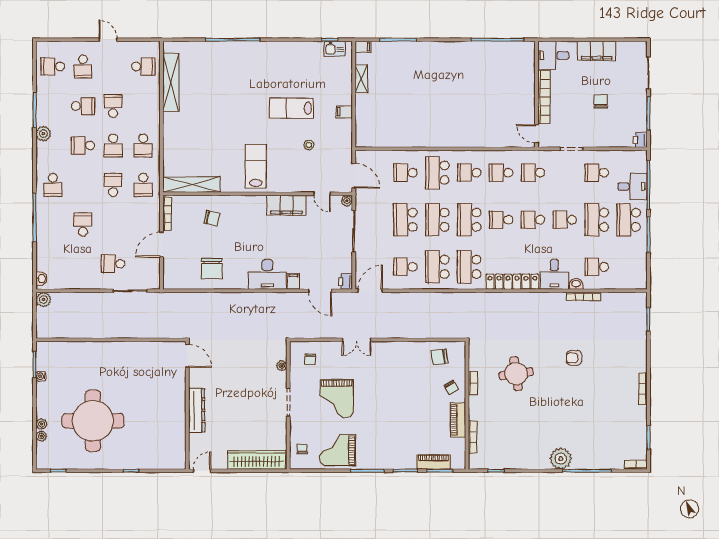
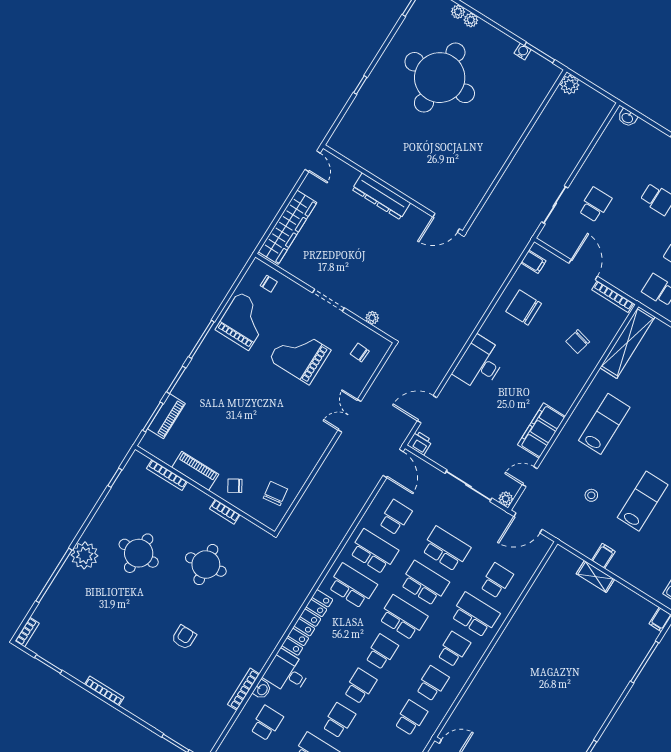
shelving: (361, 79) -> (595, 577), moved
lab bench: (256, 166) -> (604, 424), turned -90
filing cabinet: (293, 281) -> (533, 262), moved
plant: (43, 300) -> (570, 85), moved
round table: (537, 423) -> (139, 553), added

